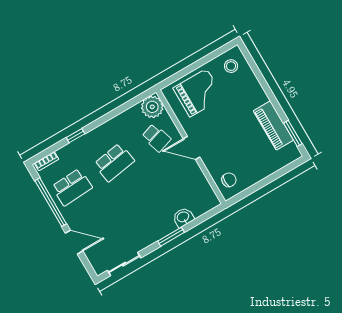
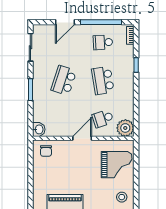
grand piano: (198, 93) -> (117, 165), turned -90
school desk: (72, 187) -> (103, 42), width x0.54
school desk: (139, 206) -> (64, 80), added
washbasin: (183, 217) -> (39, 129), moved

